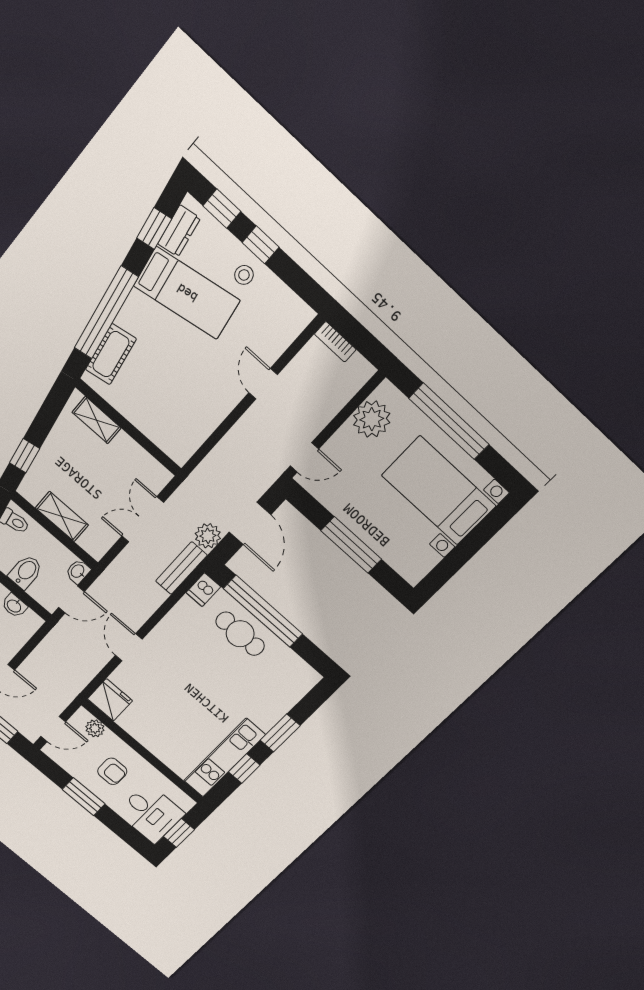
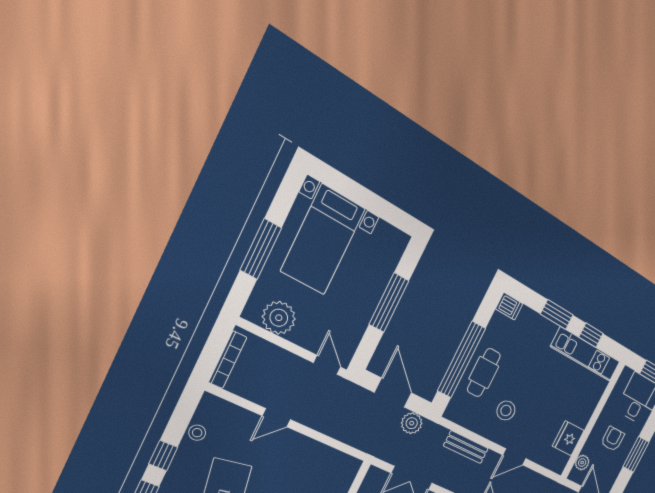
stool: (244, 275) -> (197, 433), moved
bookcase: (335, 342) -> (228, 360), width x1.56
window: (449, 421) -> (261, 249), width x0.68
door: (250, 523) -> (393, 393), hinge flipped
bench: (181, 568) -> (466, 447), moved
dishwasher: (203, 590) -> (509, 306), moved
stool: (188, 650) -> (506, 411), added
fridge: (110, 700) -> (568, 438), moved

